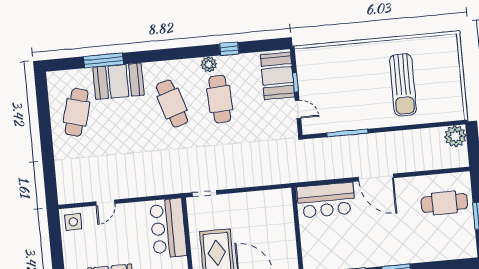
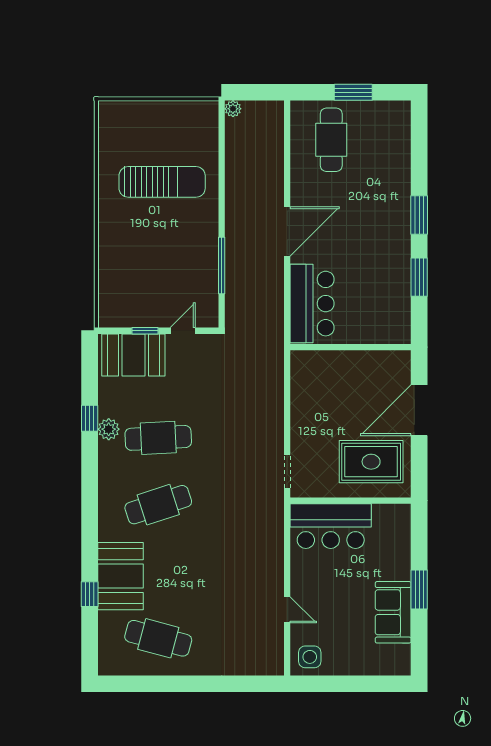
window: (103, 60) -> (90, 594), width x0.46
plant: (209, 64) -> (109, 429), moved
plant: (455, 136) -> (233, 109), width x0.53, depth x0.53

